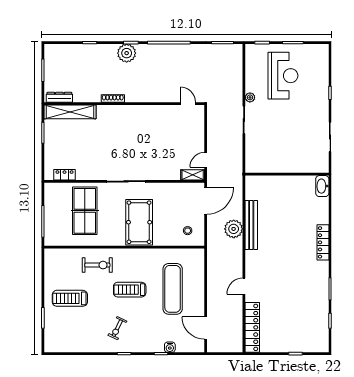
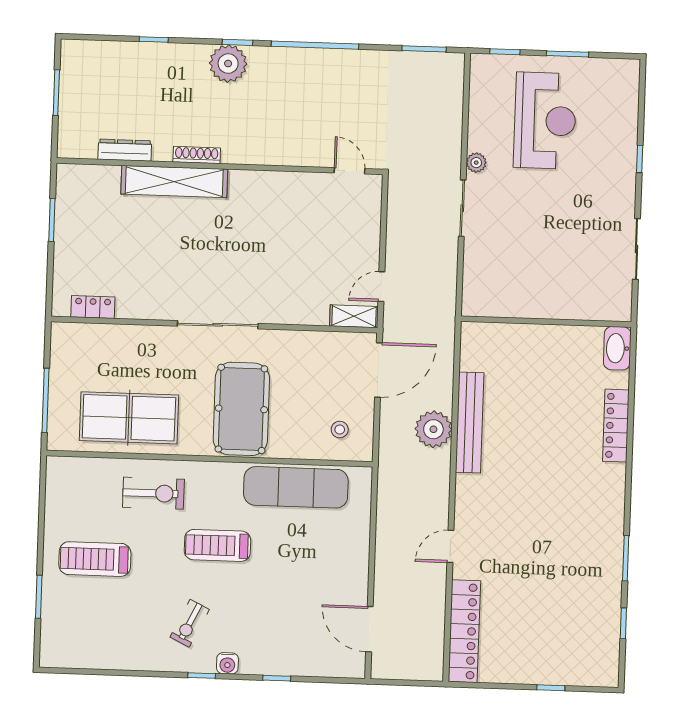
dresser: (59, 97) -> (125, 150), moved
shelving: (70, 112) -> (174, 182), moved
table tennis table: (85, 211) -> (129, 418), moved, turned 90
locker: (323, 242) -> (616, 426), moved
exercise mat: (173, 289) -> (296, 487), moved, turned 90
water cooler: (170, 347) -> (227, 663), moved

